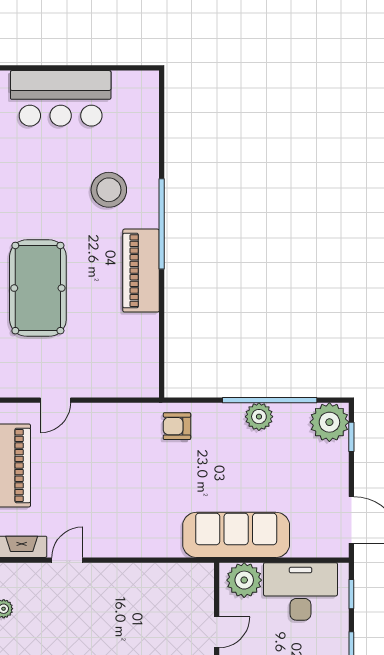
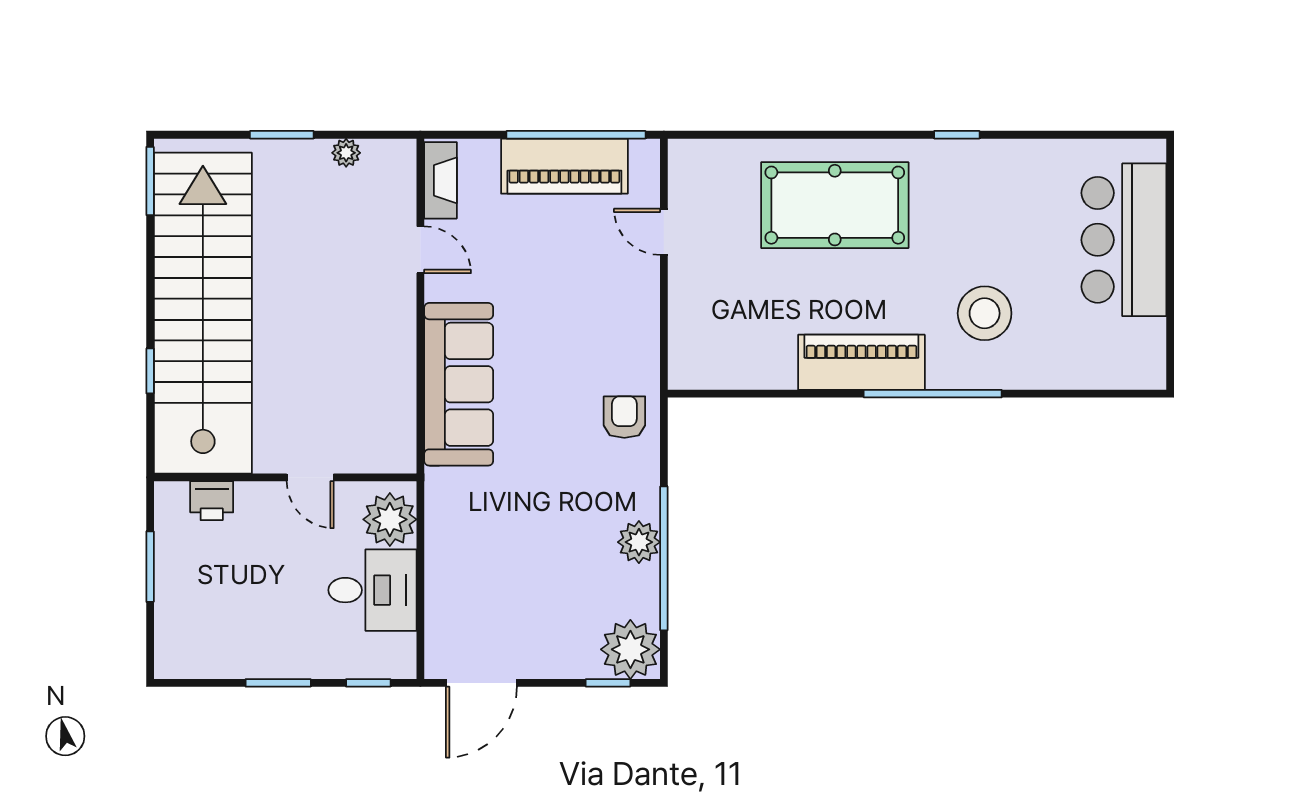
sofa: (236, 535) -> (459, 384), moved
desk: (300, 591) -> (372, 590), width x0.73

